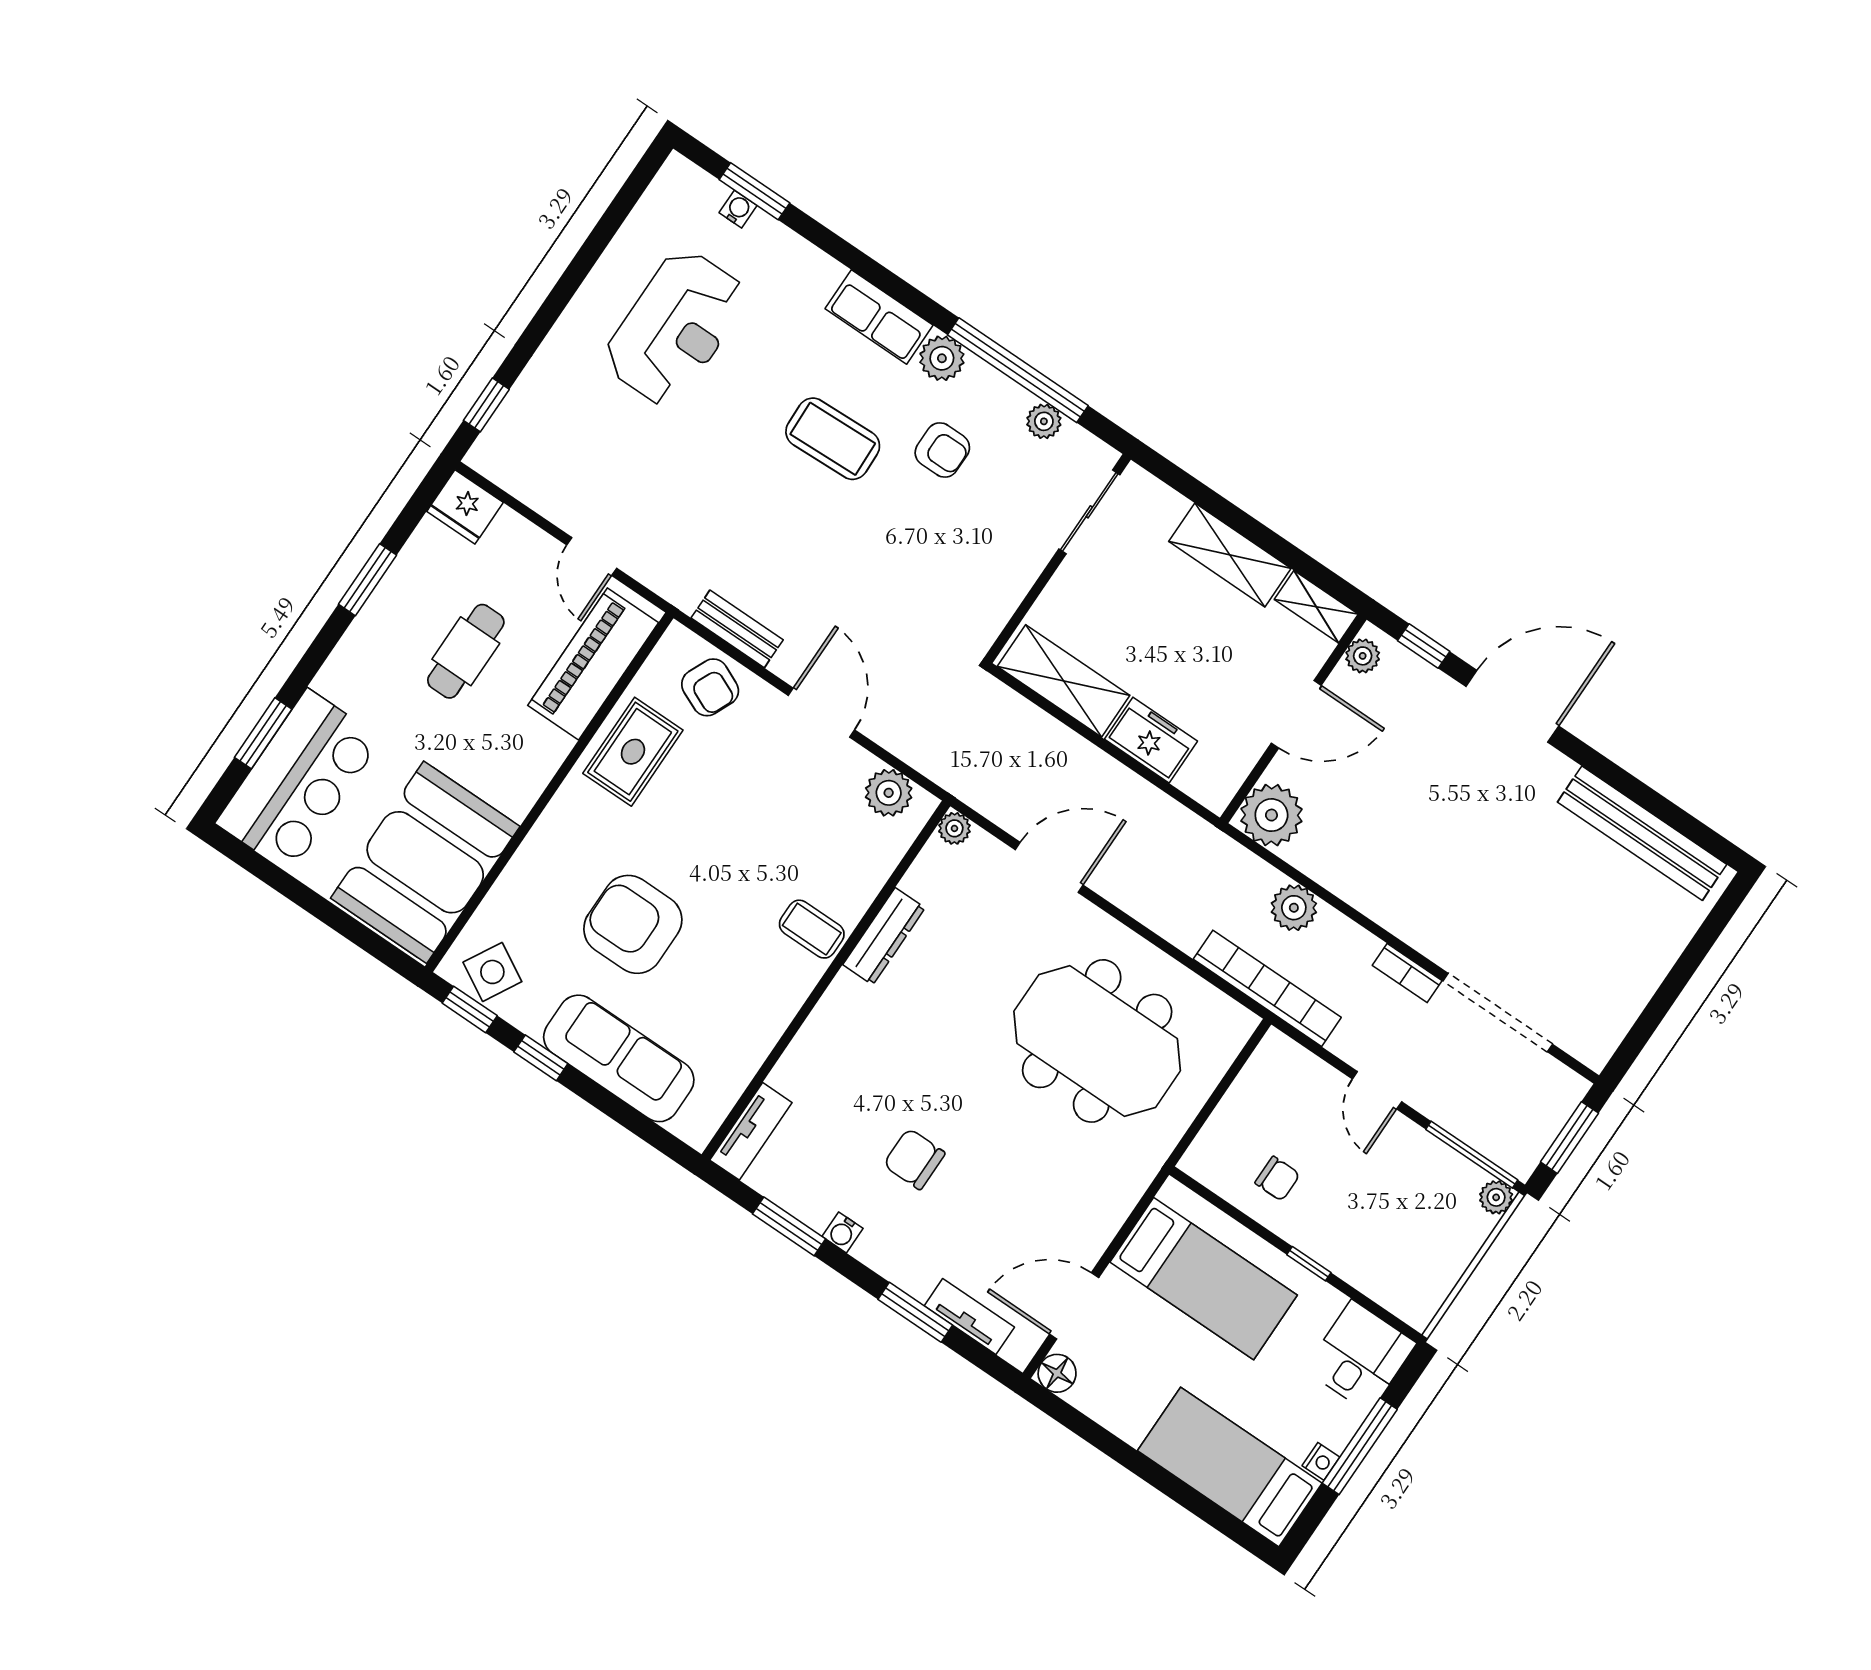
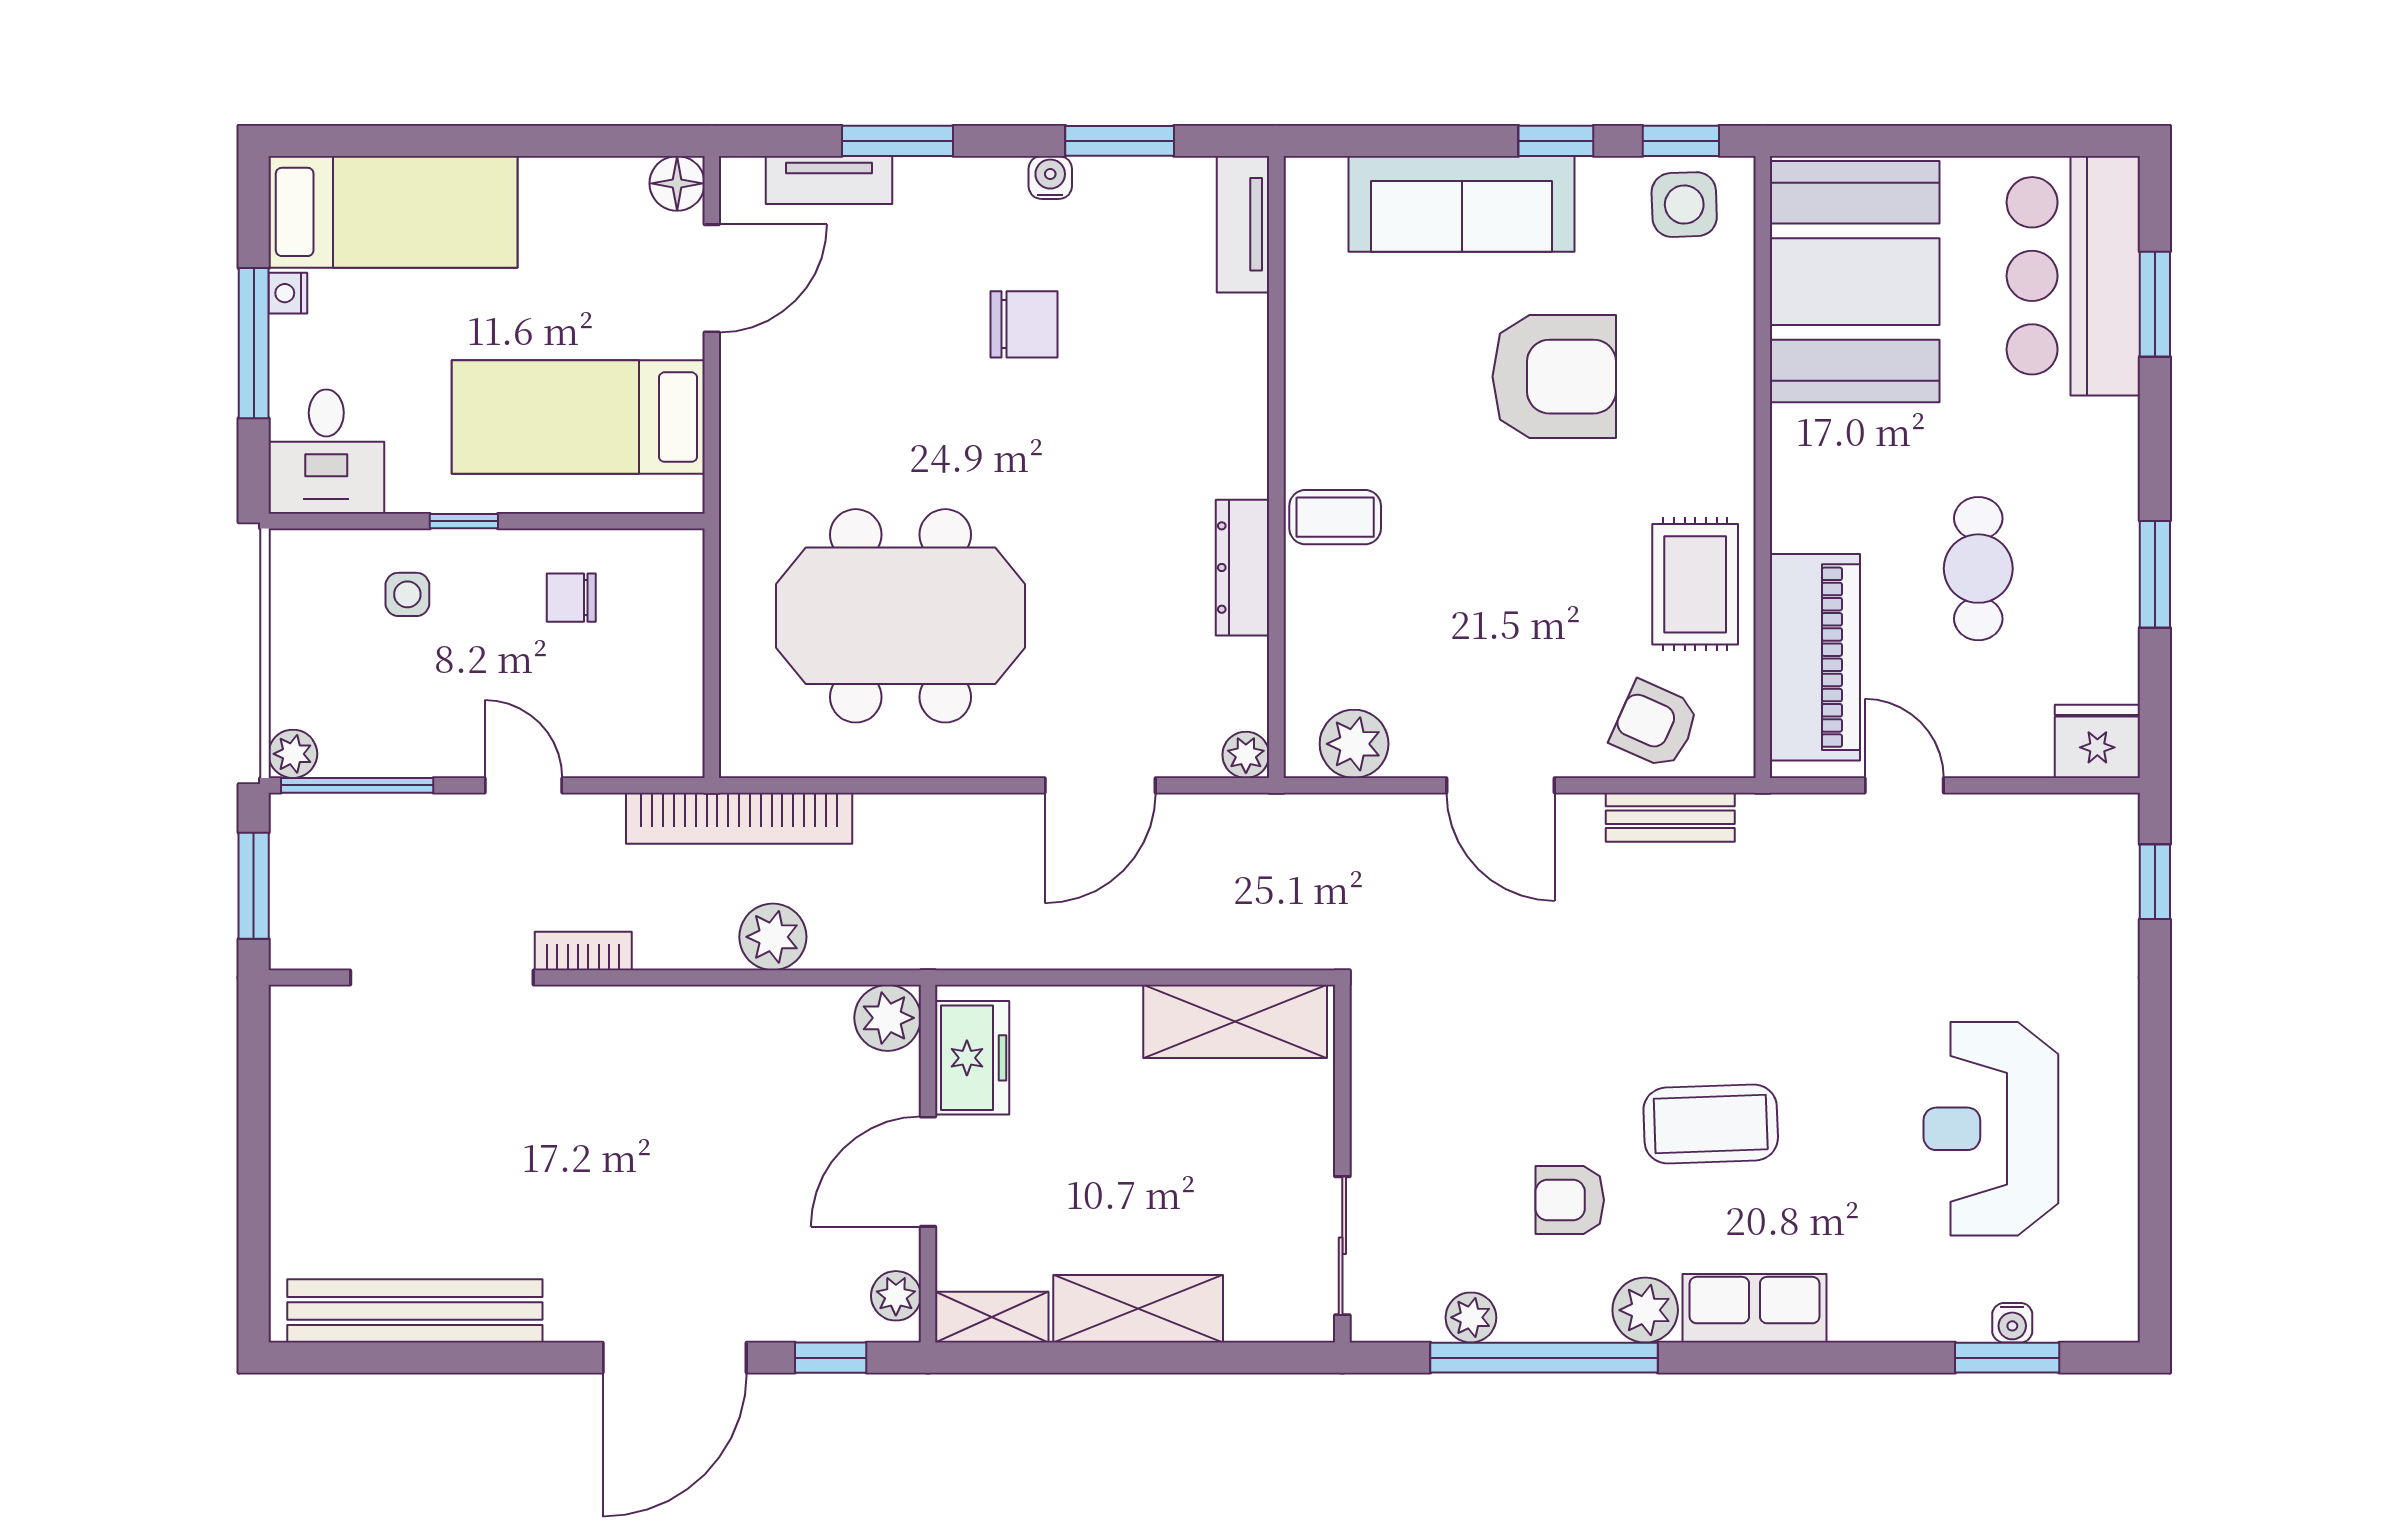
freezer: (1151, 740) -> (972, 1058), moved, turned -90
plant: (1271, 815) -> (888, 1018), width x0.73, depth x0.73
side table: (492, 972) -> (1684, 205), turned -31
side table: (1369, 1244) -> (407, 594), added

